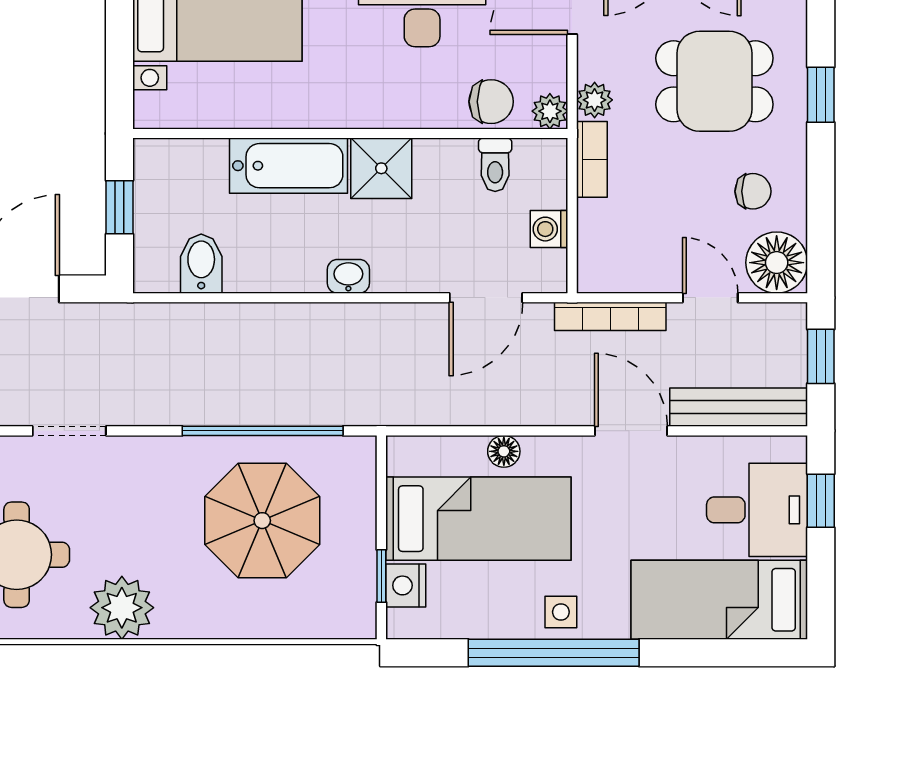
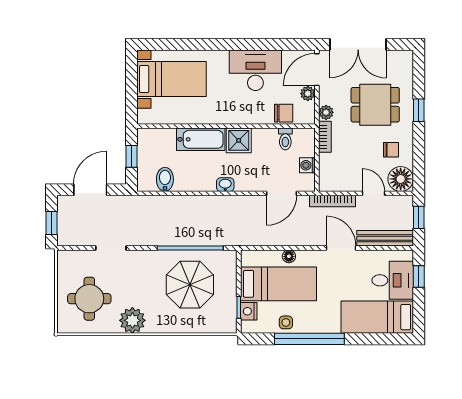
plant: (550, 111) -> (308, 94), moved
side table: (561, 612) -> (286, 322), moved

